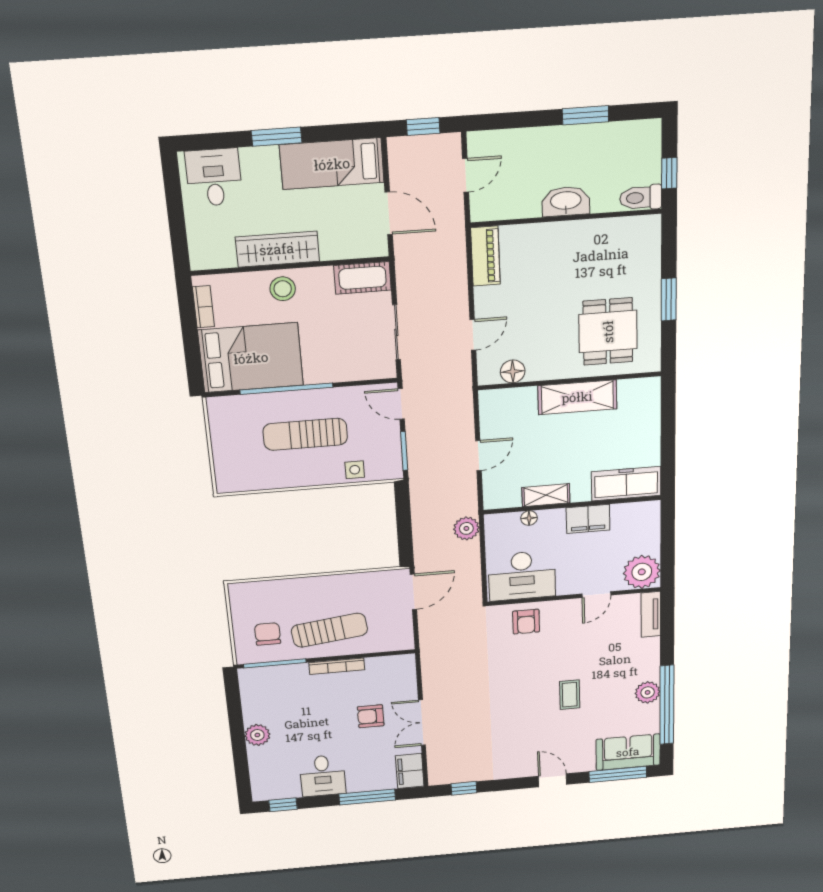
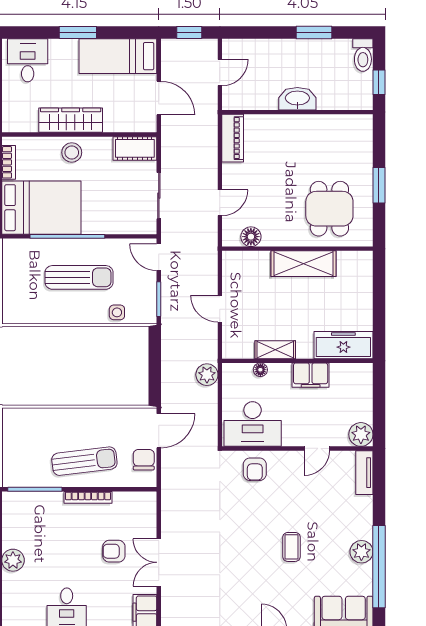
toilet: (641, 198) -> (363, 55), moved, turned -90
sun lounger: (305, 434) -> (79, 277), turned 180
door: (478, 456) -> (220, 309), swing flipped
plant: (642, 572) -> (361, 434), width x0.73, depth x0.73
chair: (268, 634) -> (144, 460), moved

